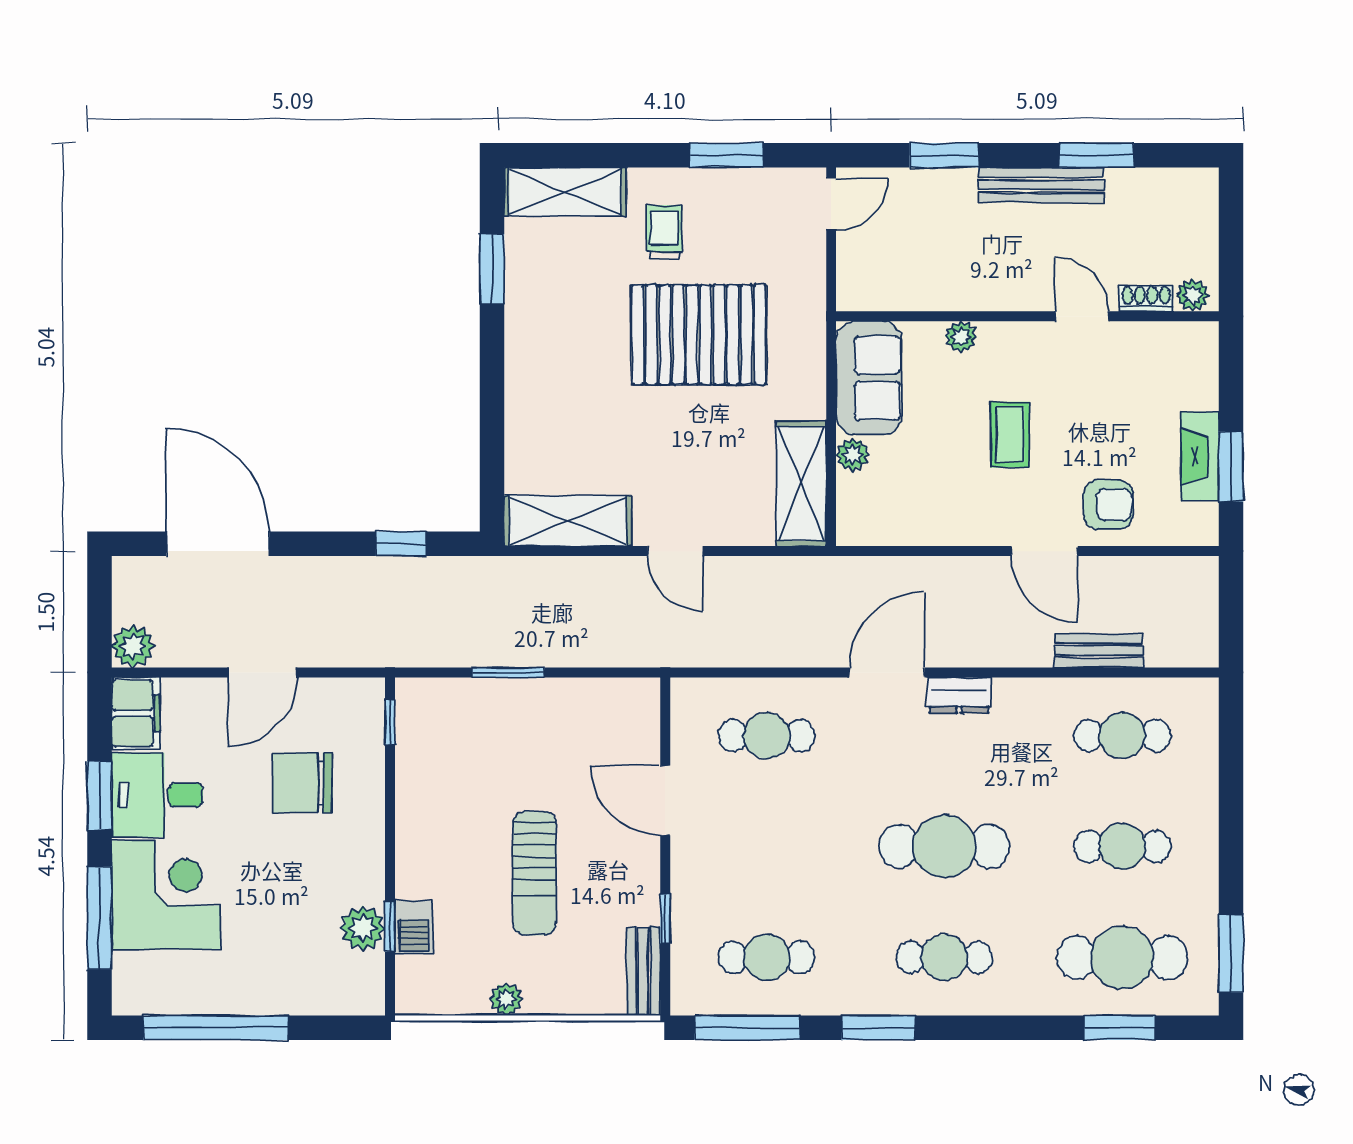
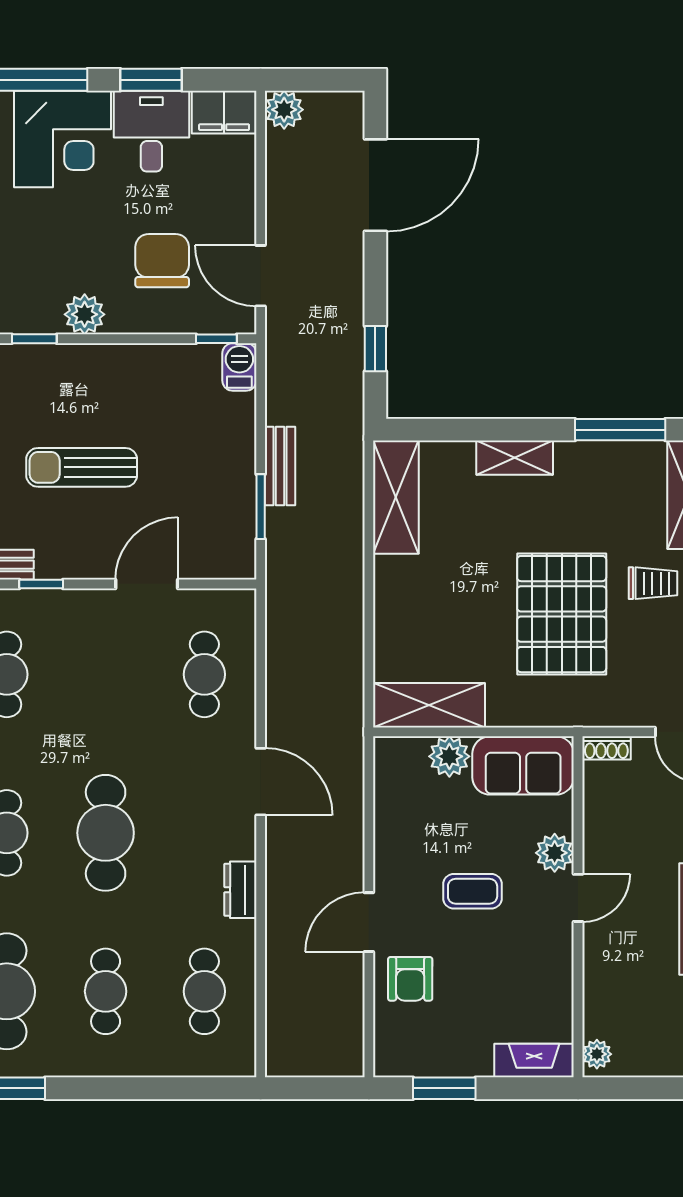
window: (492, 269) -> (620, 430), width x1.44
shoe rack: (1146, 298) -> (606, 748), moved, turned 90
door: (1082, 316) -> (578, 898), moved
plant: (961, 337) -> (555, 853), width x1.38, depth x1.38
shelving: (523, 388) -> (515, 458), added
plant: (853, 455) -> (449, 756), width x1.38, depth x1.38
fireplace: (1200, 456) -> (534, 1060), moved
door: (675, 551) -> (369, 593), removed
bench: (1099, 651) -> (280, 466), moved
door: (263, 672) -> (261, 276), moved
window: (508, 672) -> (261, 507), moved
dresser: (959, 695) -> (240, 890), moved
barbecue: (414, 927) -> (239, 367), moved, turned 90
plant: (363, 928) -> (85, 314), moved

